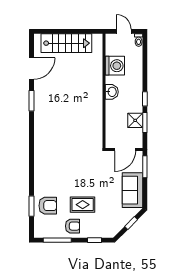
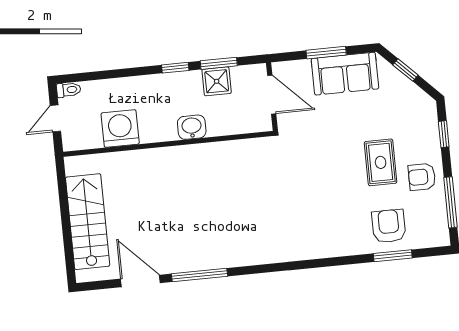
washbasin: (112, 92) -> (192, 127), moved
window: (31, 101) -> (200, 275), width x1.44
window: (145, 167) -> (326, 53), moved
armchair: (73, 226) -> (422, 177), turned -90

